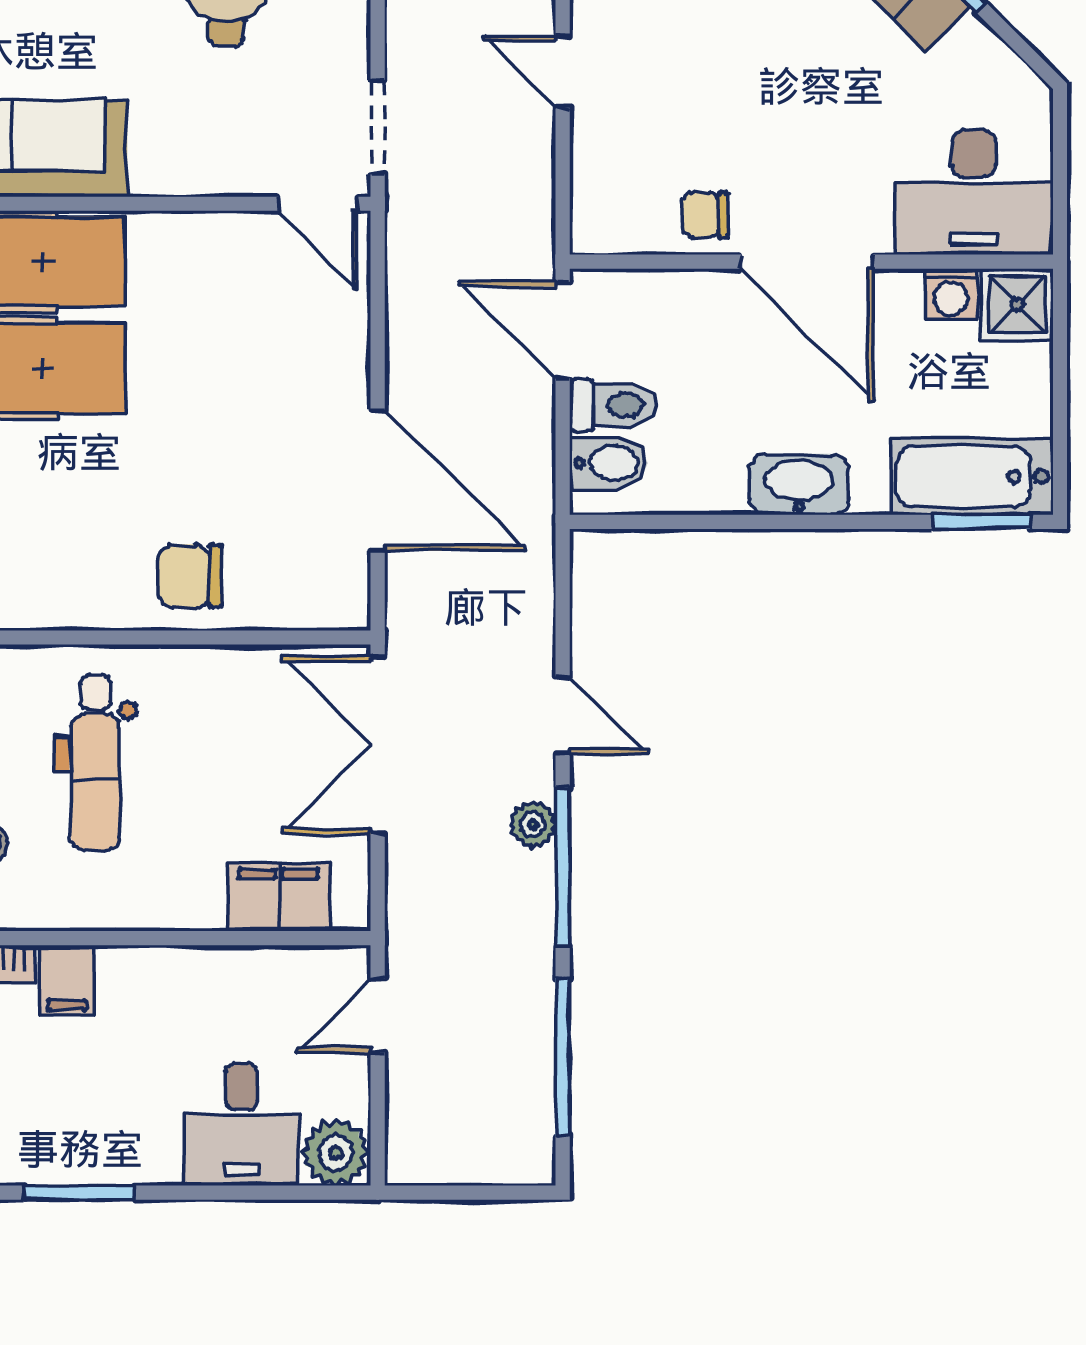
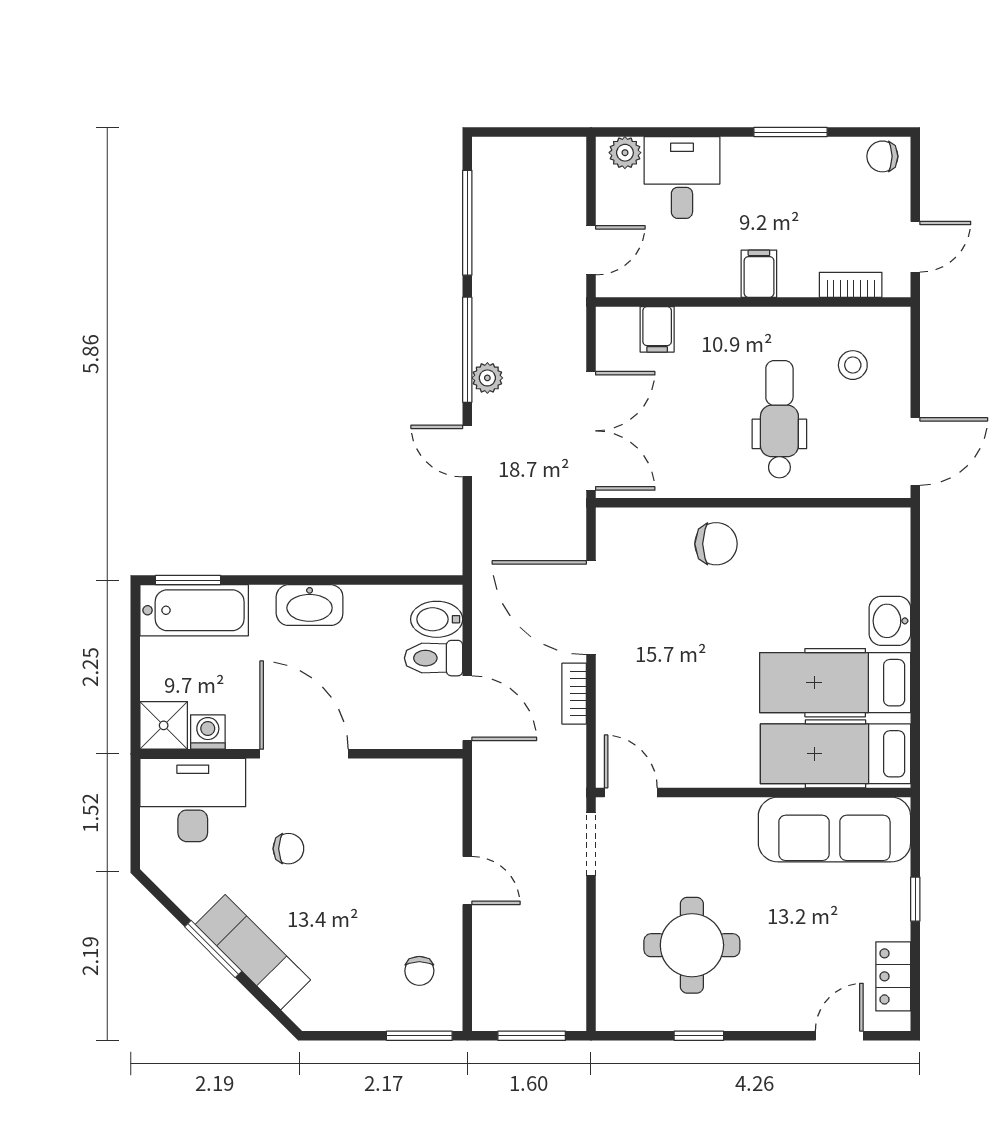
chair: (705, 215) -> (288, 849), moved
bookcase: (403, 352) -> (574, 694), added
filing cabinet: (279, 897) -> (657, 329), width x0.50
filing cabinet: (67, 981) -> (759, 274), moved
plant: (336, 1153) -> (625, 153), width x0.73, depth x0.73

